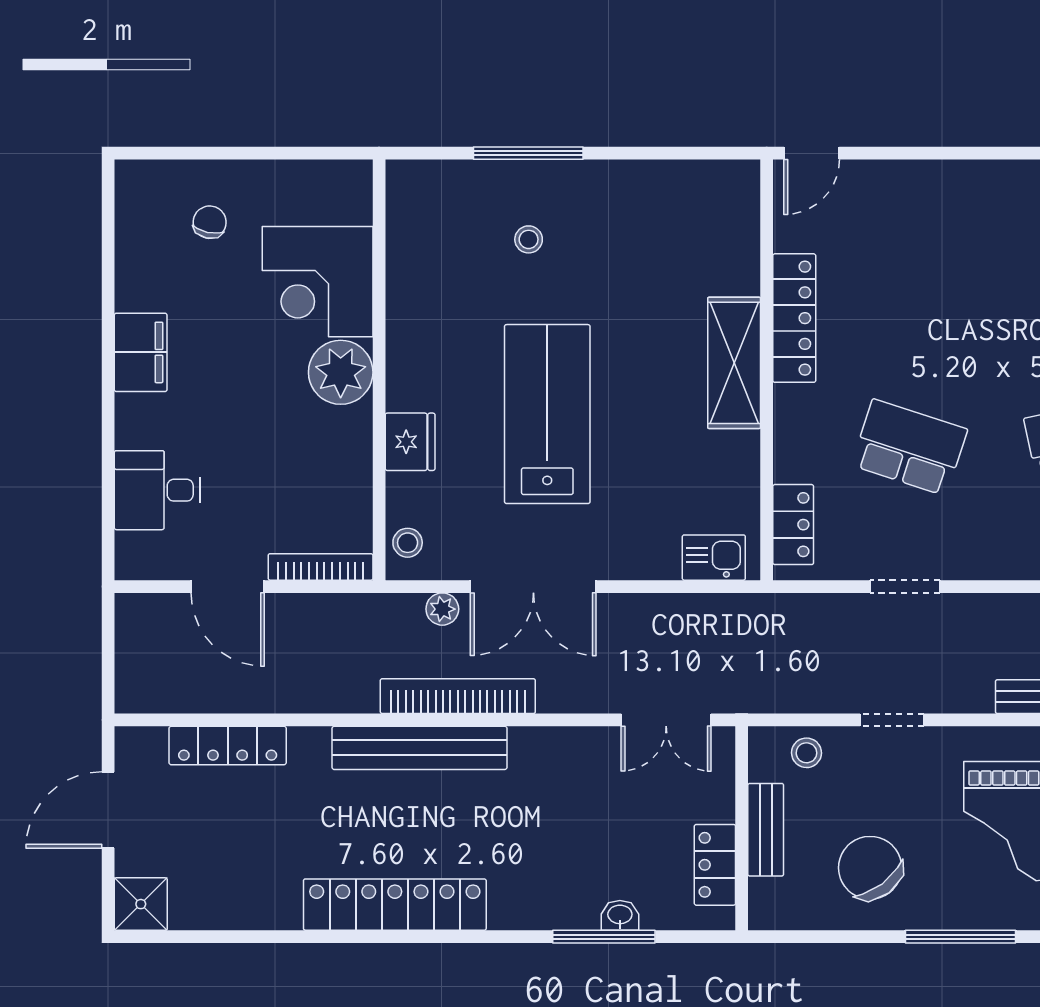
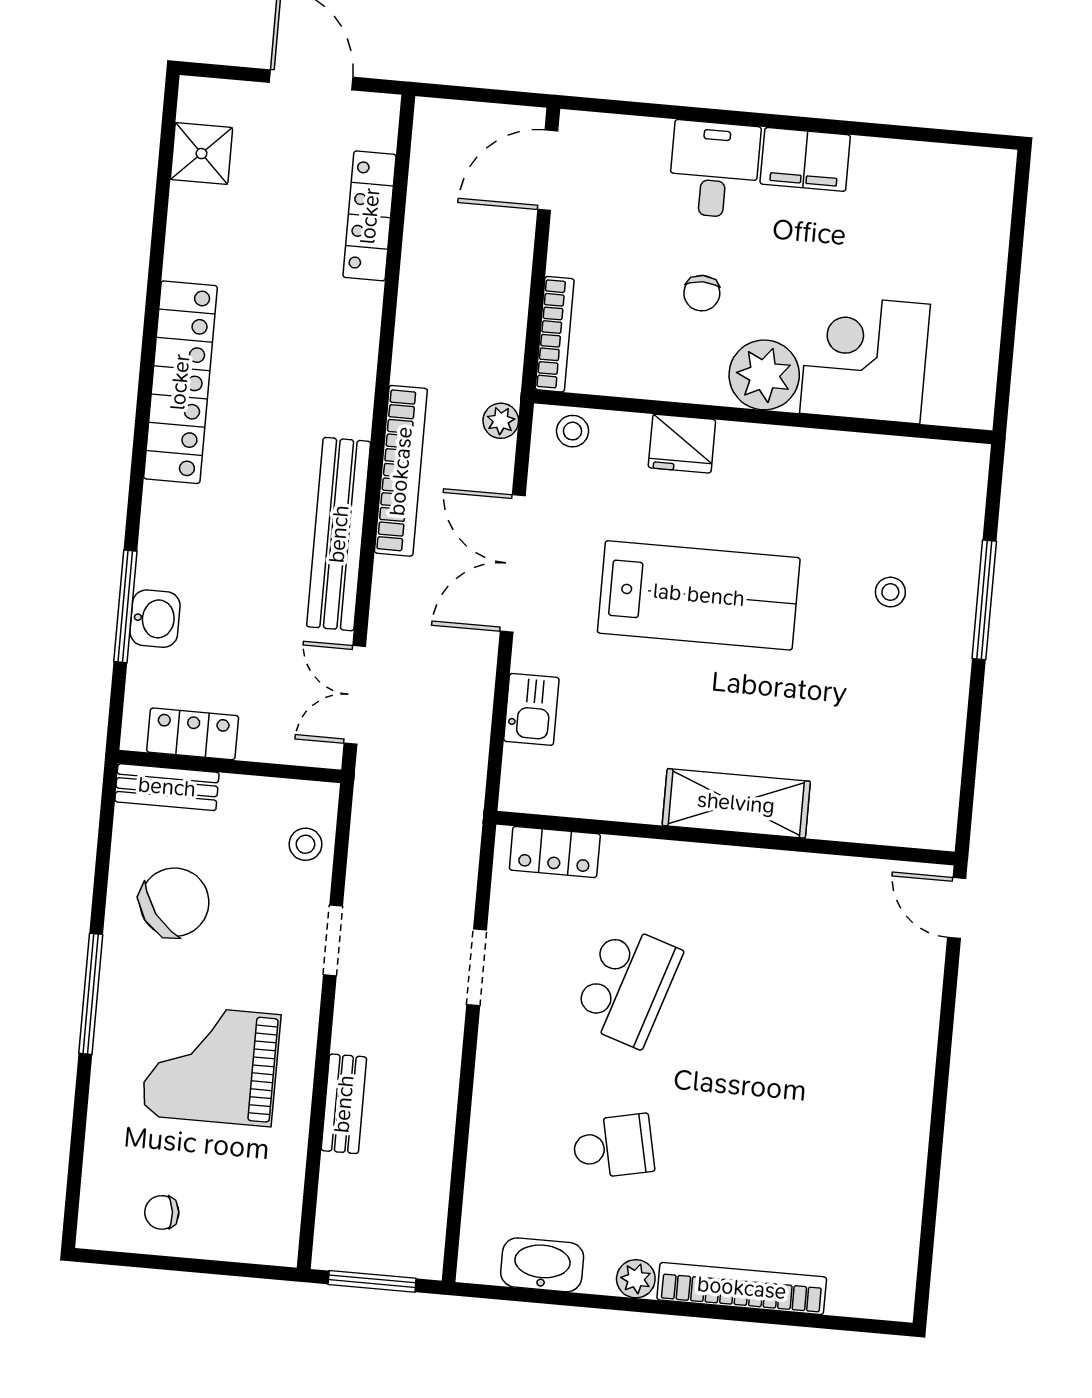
chair: (210, 222) -> (702, 293), moved, turned 78
locker: (794, 318) -> (779, 873), removed
desk: (157, 490) -> (714, 169), moved
kitchen sink: (714, 558) -> (531, 709), moved
door: (228, 587) -> (548, 170), moved
plant: (442, 609) -> (501, 421), moved
bench: (420, 748) -> (339, 534), moved
bench: (766, 830) -> (167, 787), moved
shower: (141, 904) -> (201, 154), moved
washbasin: (620, 915) -> (155, 619), width x1.38, depth x1.45

